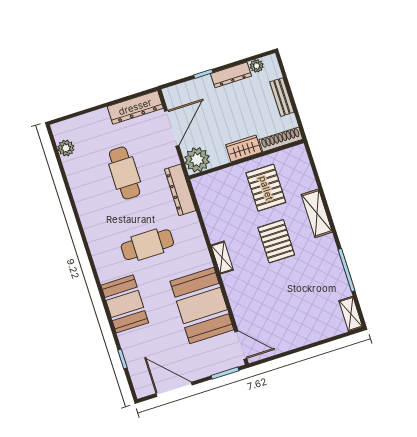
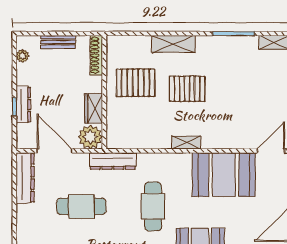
dresser: (231, 75) -> (23, 105), moved
wardrobe: (244, 148) -> (94, 109), moved

